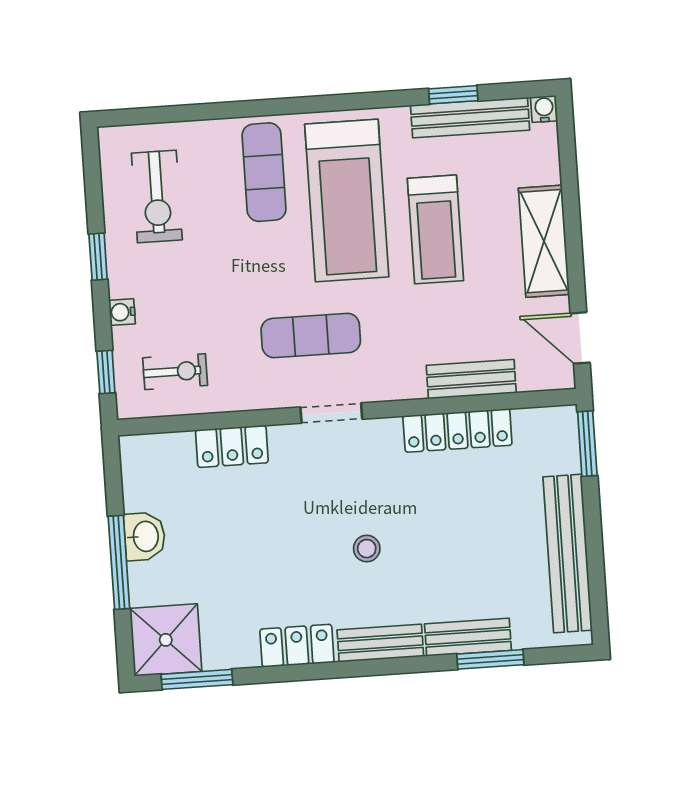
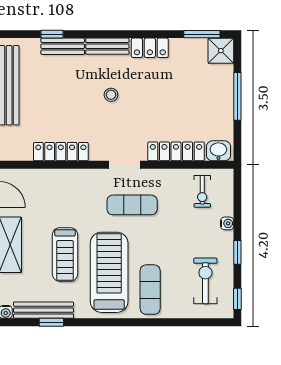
treadmill: (435, 229) -> (65, 254), turned 180
window: (106, 372) -> (237, 299), moved
exercise bike: (175, 372) -> (202, 191), turned -90
bench: (471, 379) -> (52, 177), removed
locker: (232, 446) -> (176, 151), width x1.53
washbasin: (145, 536) -> (218, 151), moved, turned 90
shower: (166, 640) -> (221, 51), width x0.73, depth x0.73
window: (490, 659) -> (52, 34), width x0.67

